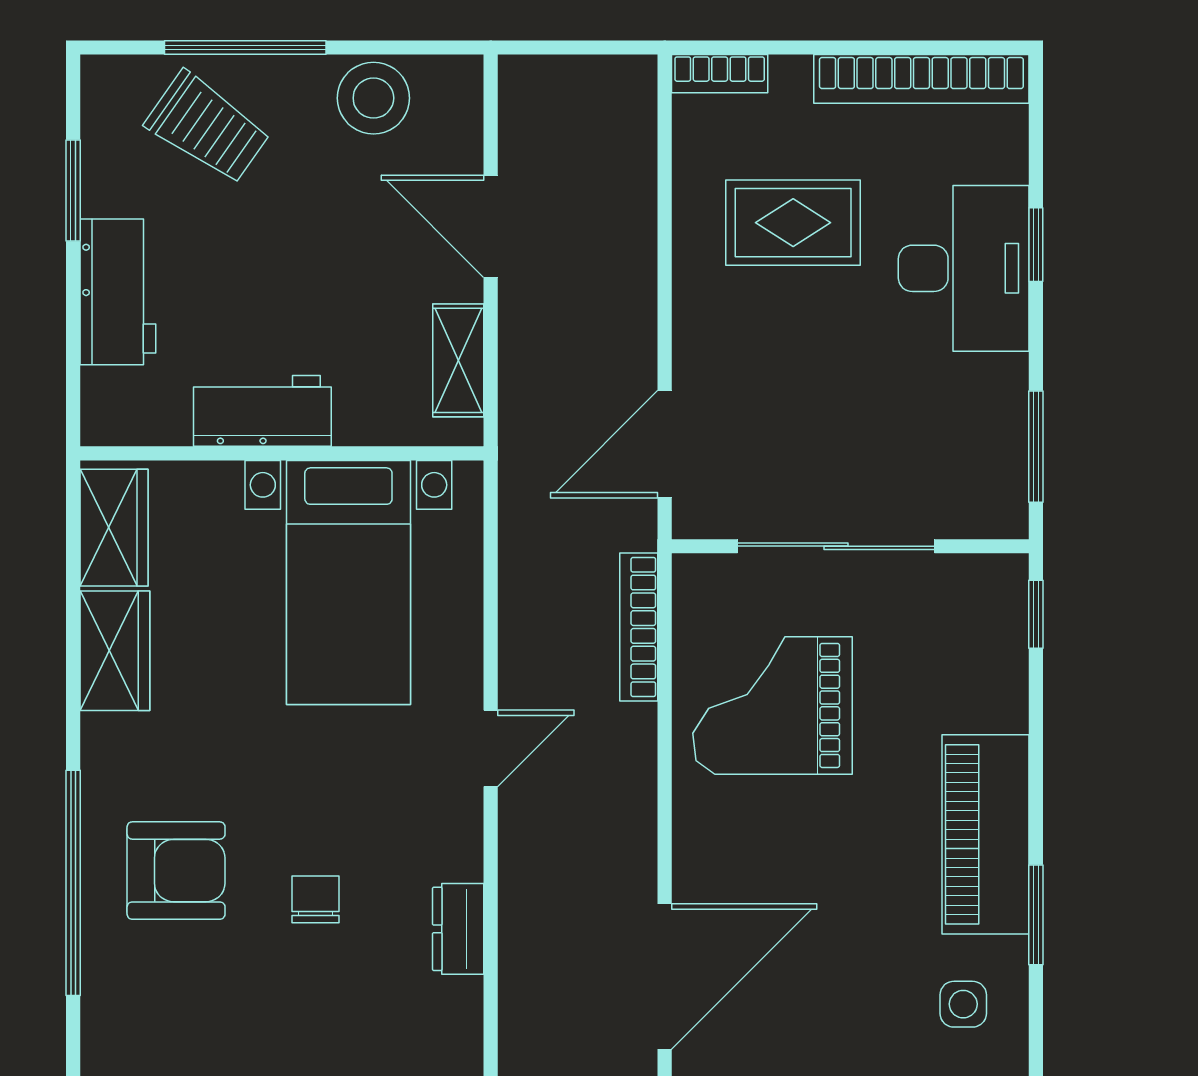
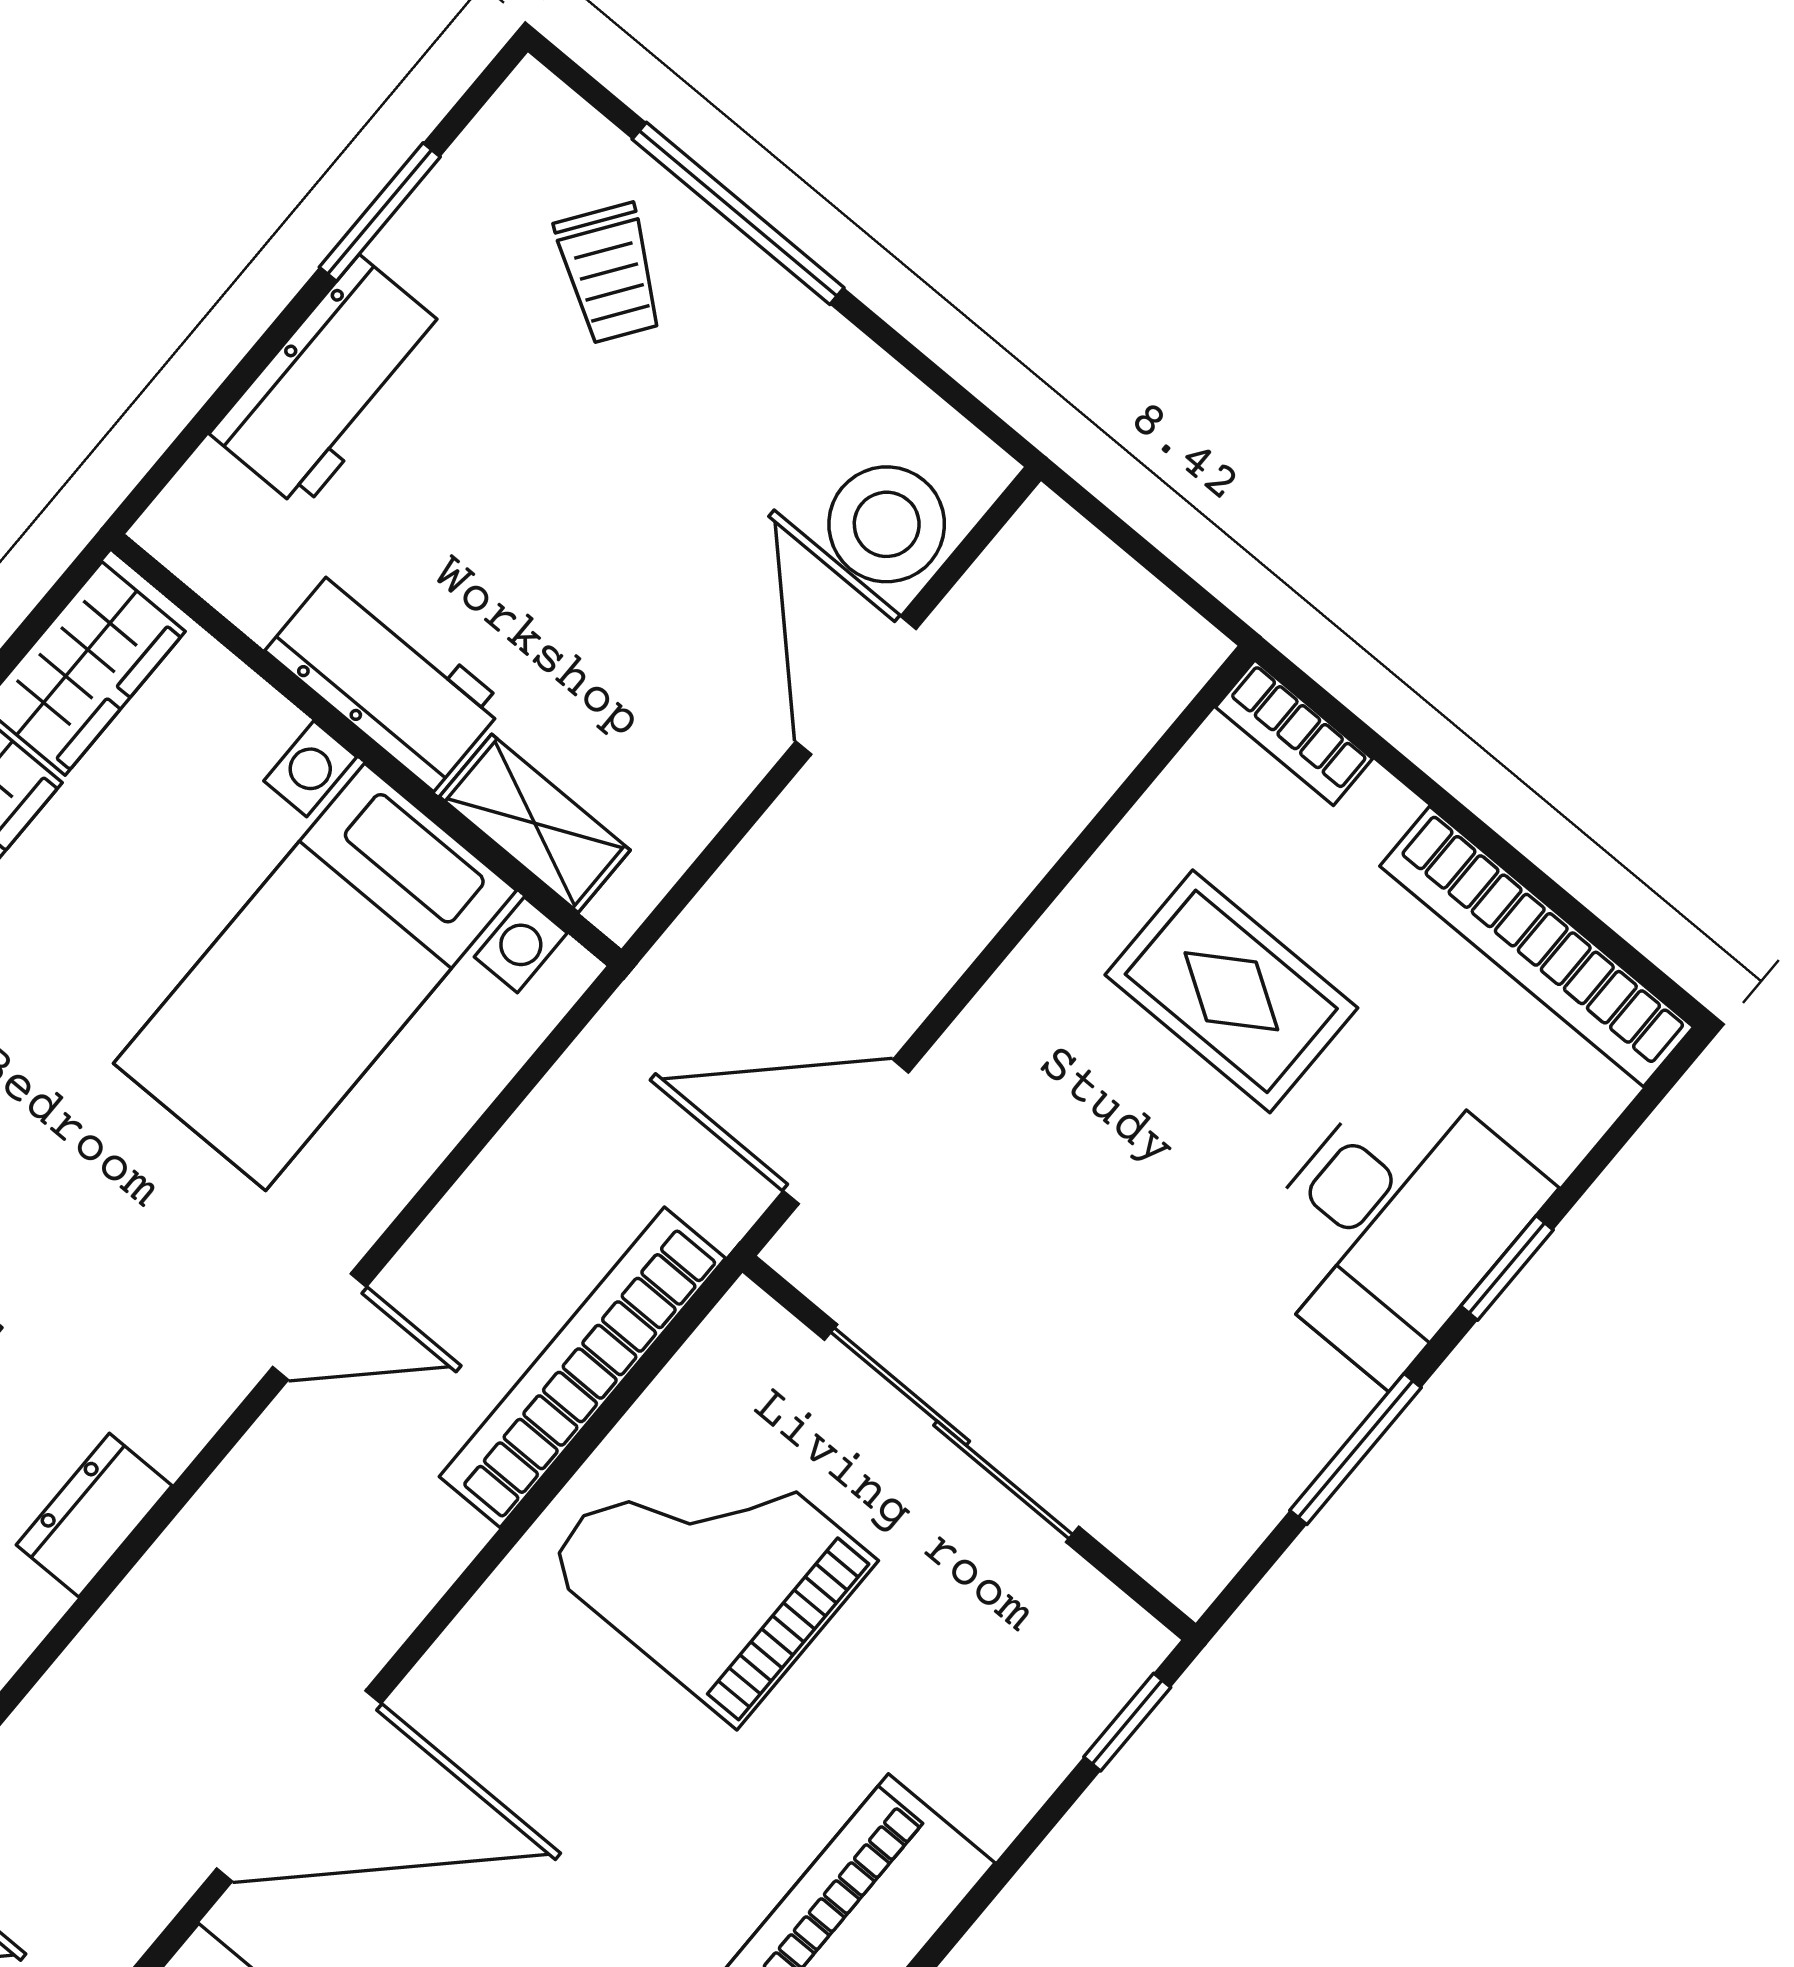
stool: (373, 98) -> (887, 524), moved
trolley: (208, 128) -> (610, 273), width x0.73, depth x0.72
shelving: (458, 360) -> (535, 823), moved, turned 90
window: (1036, 447) -> (1355, 1449), moved
bookcase: (639, 627) -> (582, 1367), width x1.48, depth x1.31

